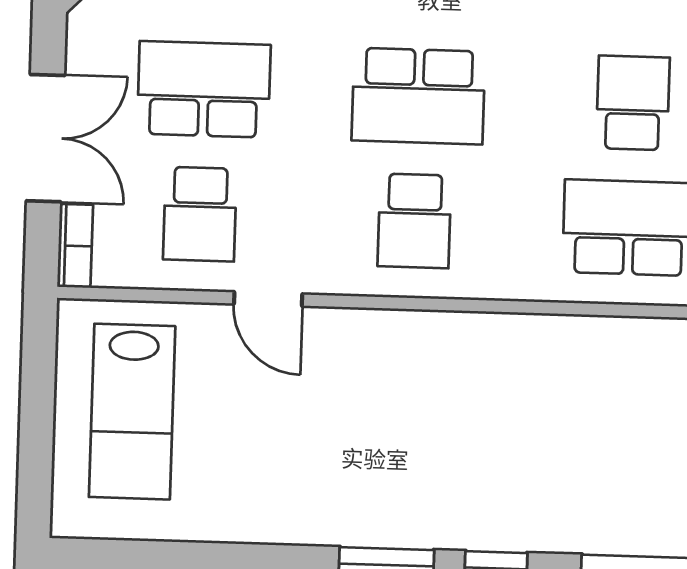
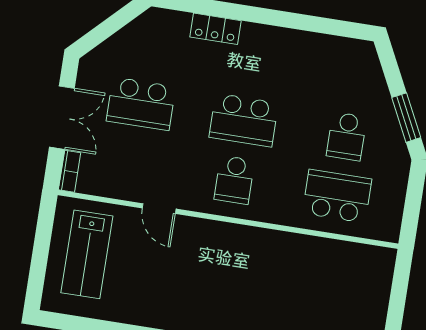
school desk: (204, 89) -> (141, 104), turned 180
school desk: (633, 103) -> (347, 136), turned 180
school desk: (200, 214) -> (132, 164), removed

